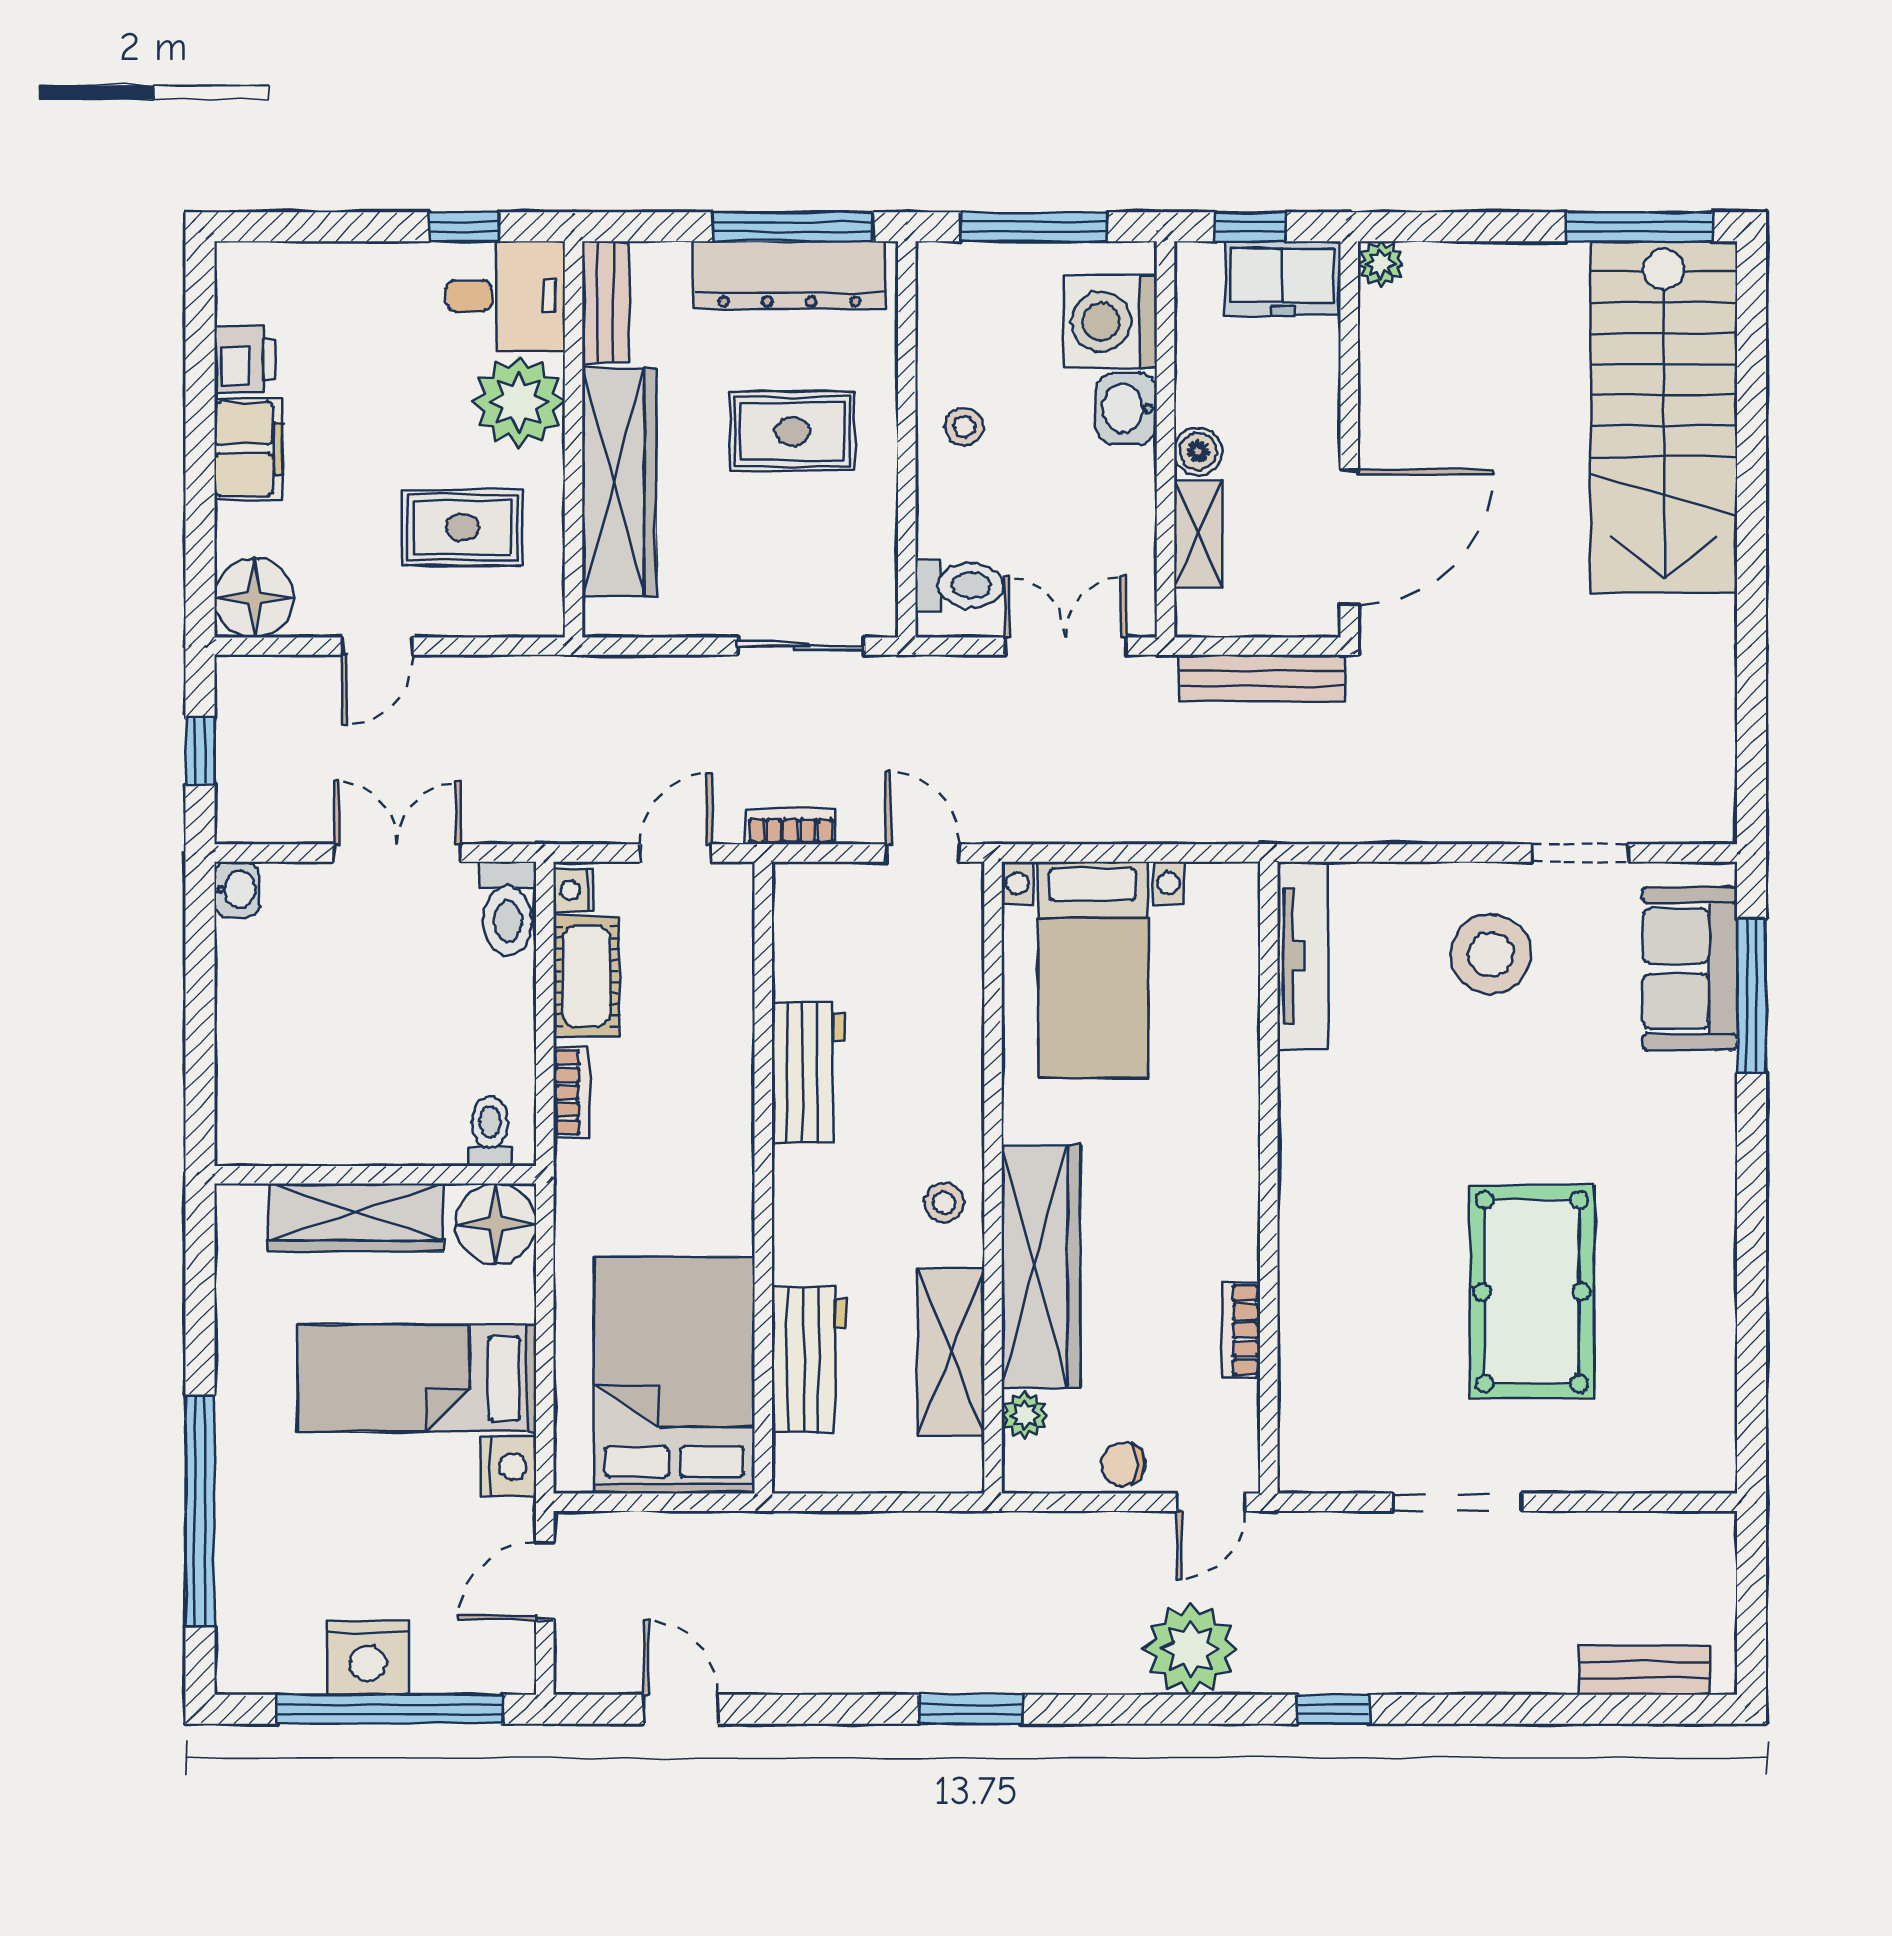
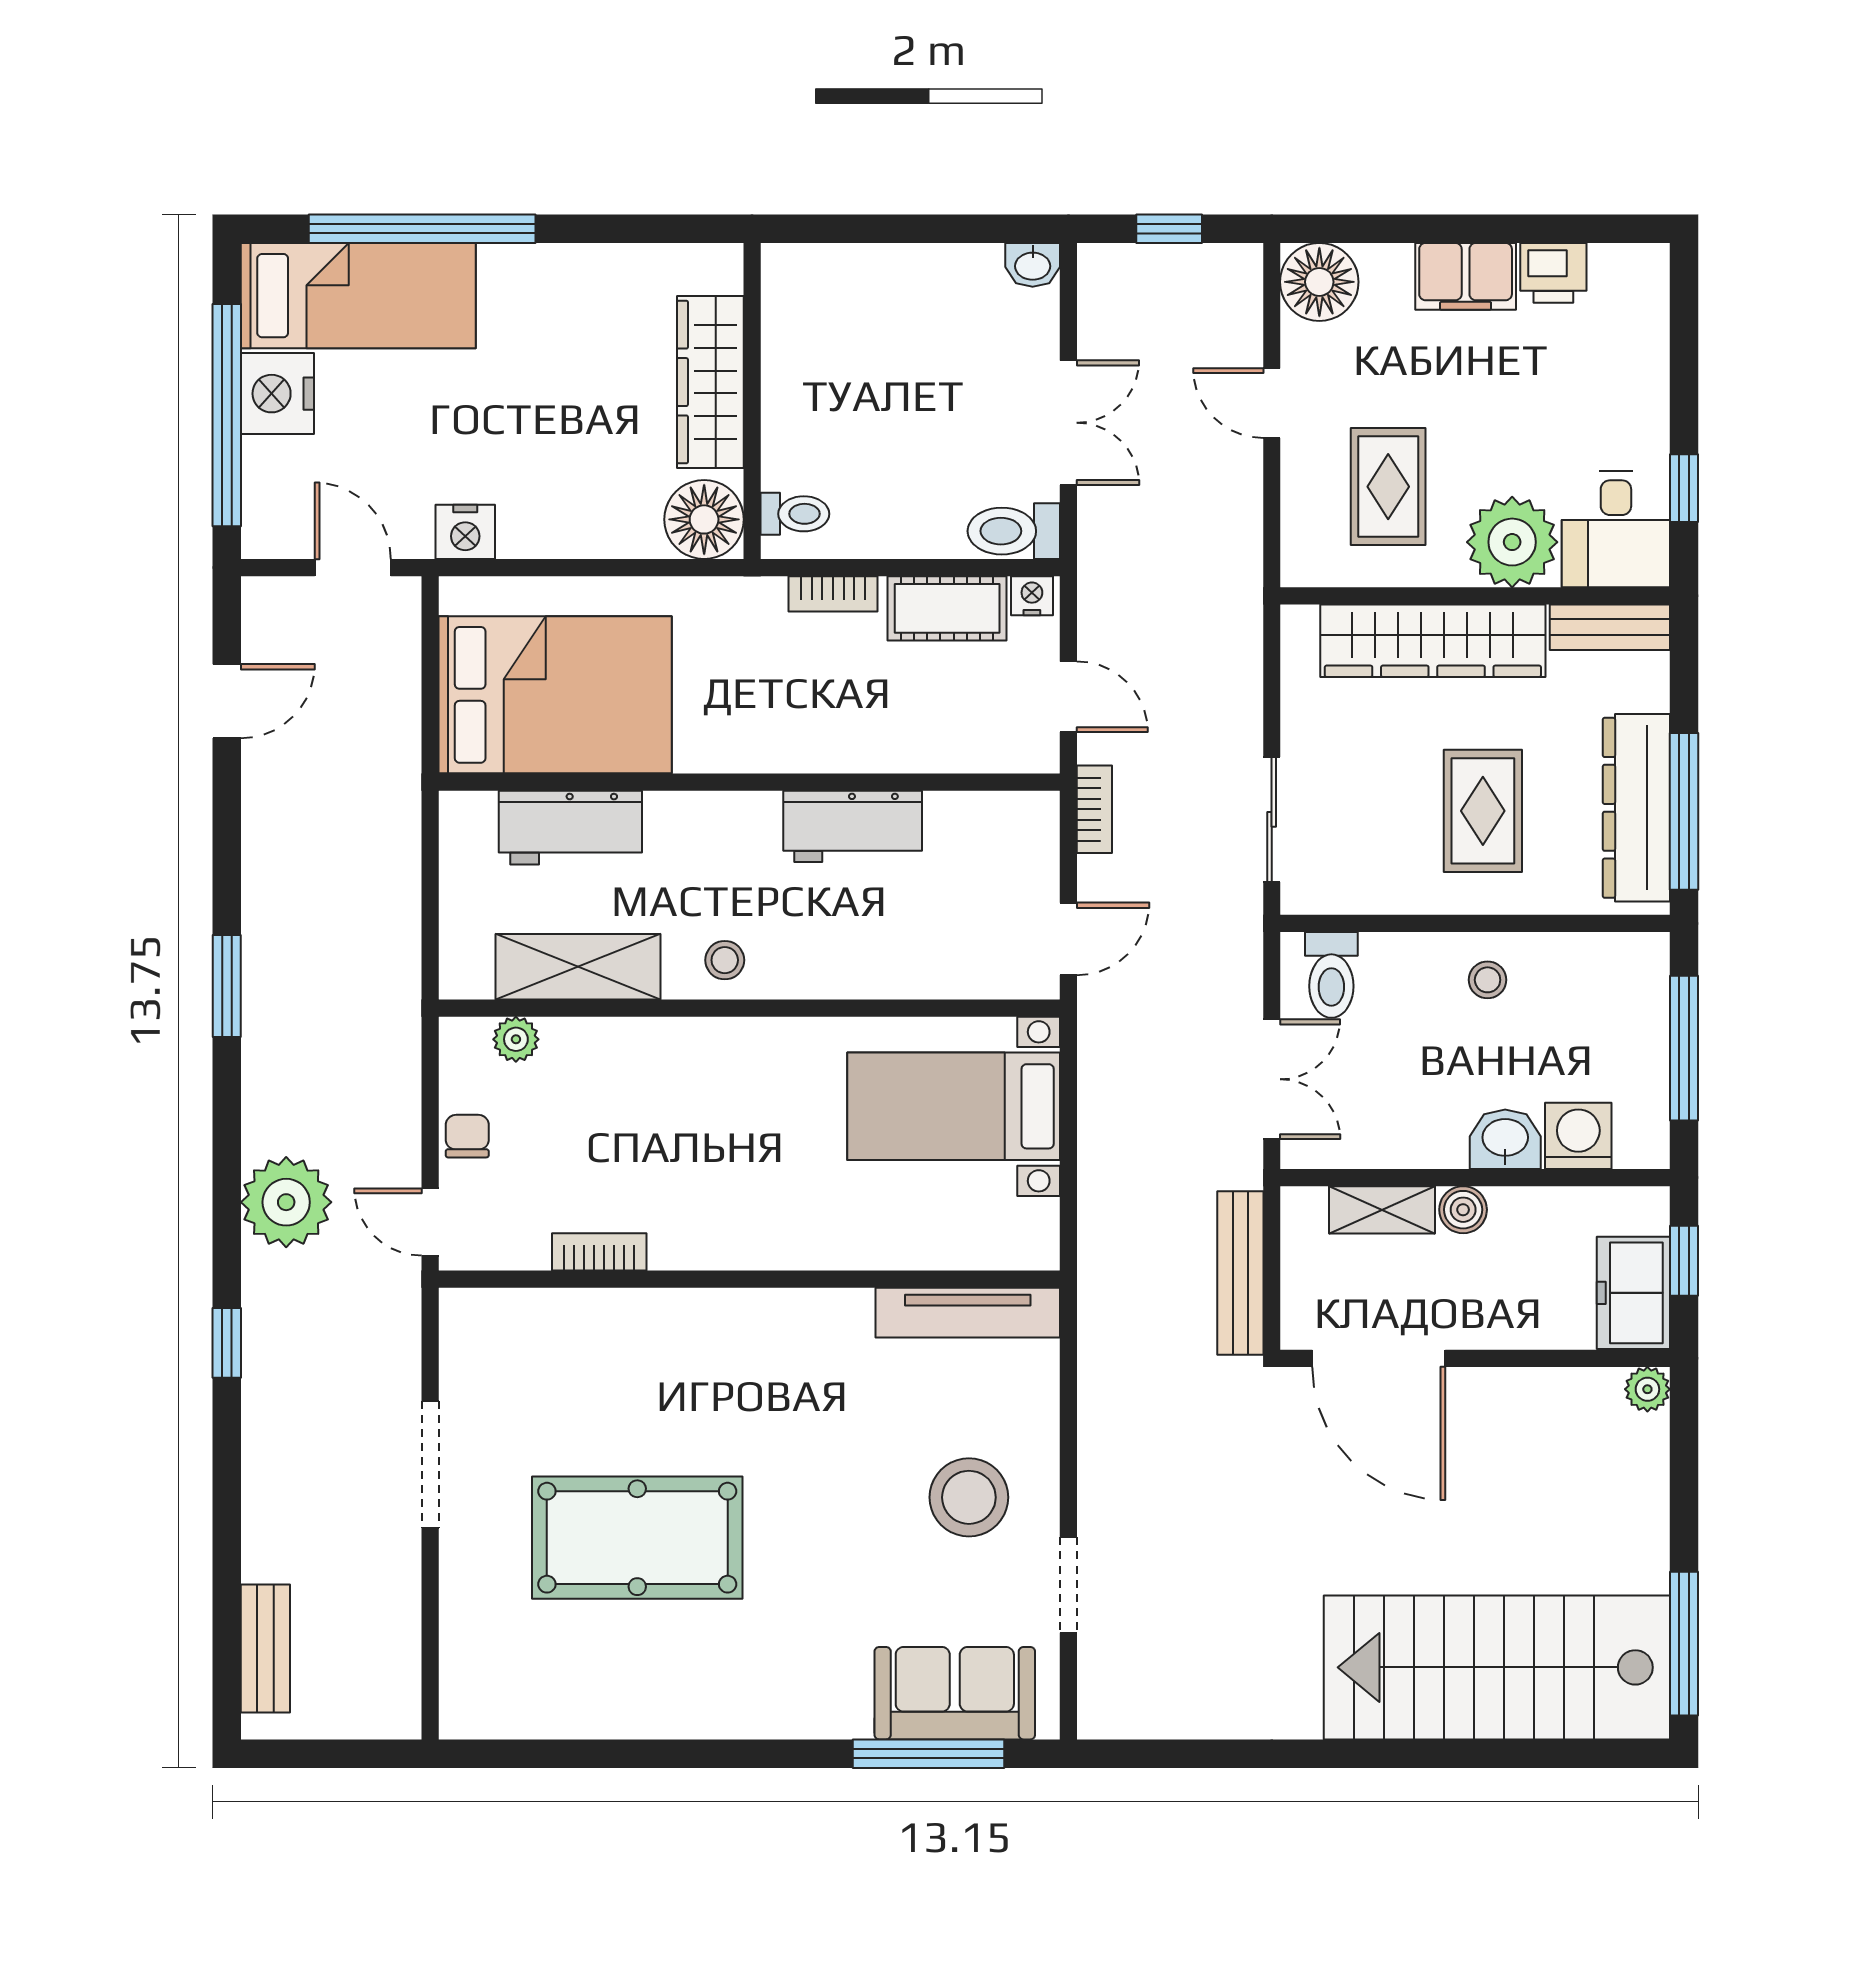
washing machine: (1110, 322) -> (1578, 1136), width x0.73, depth x0.73
wardrobe: (1041, 1266) -> (662, 1055), removed
bed: (417, 1378) -> (358, 296), moved, turned 90

